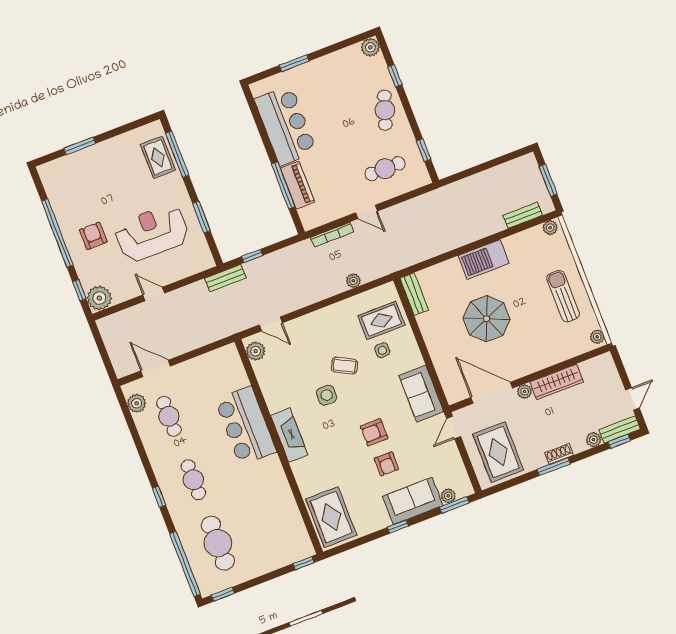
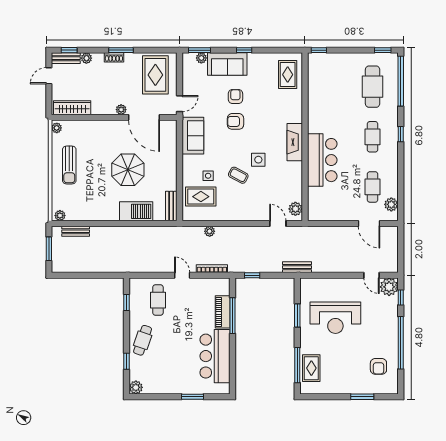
cafe table: (385, 169) -> (158, 300), turned 90
armchair: (93, 236) -> (378, 366), moved
window: (252, 256) -> (252, 275), moved
barbecue: (484, 260) -> (136, 211), moved
door: (154, 294) -> (372, 275), moved
wardrobe: (557, 382) -> (72, 108), moved
armchair: (374, 432) -> (236, 121), turned 180
rug: (331, 517) -> (288, 75), width x0.73, depth x0.70

